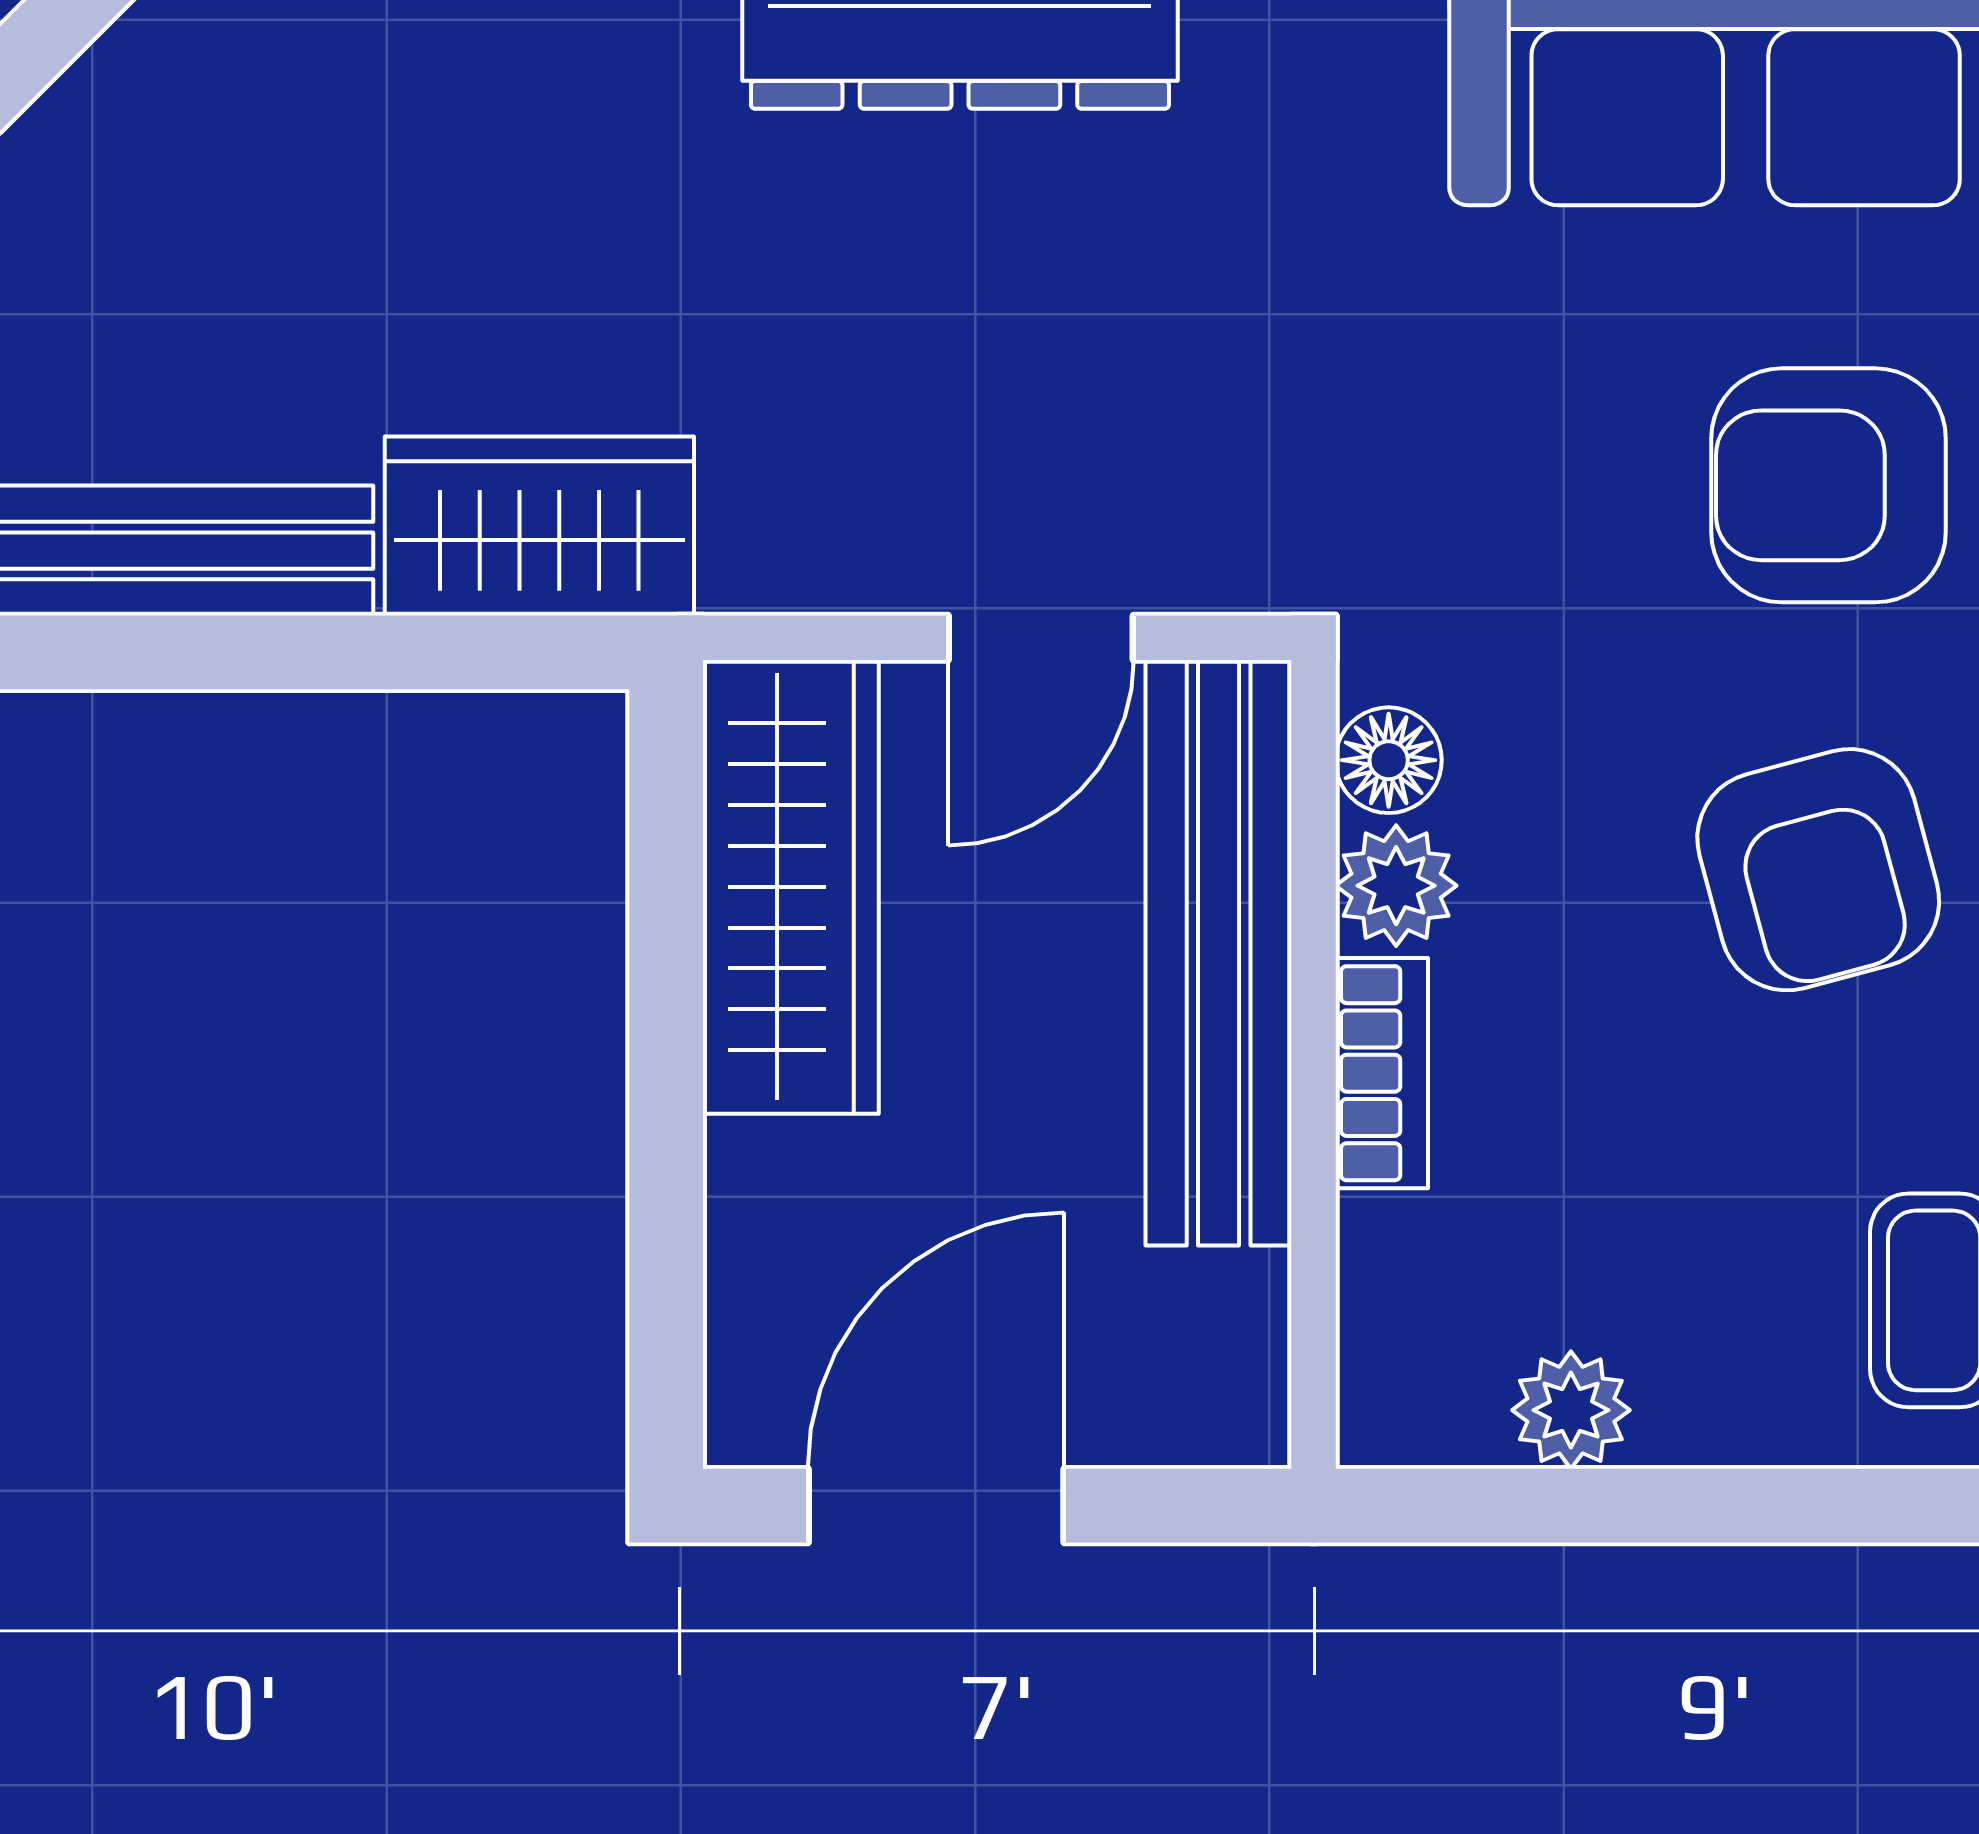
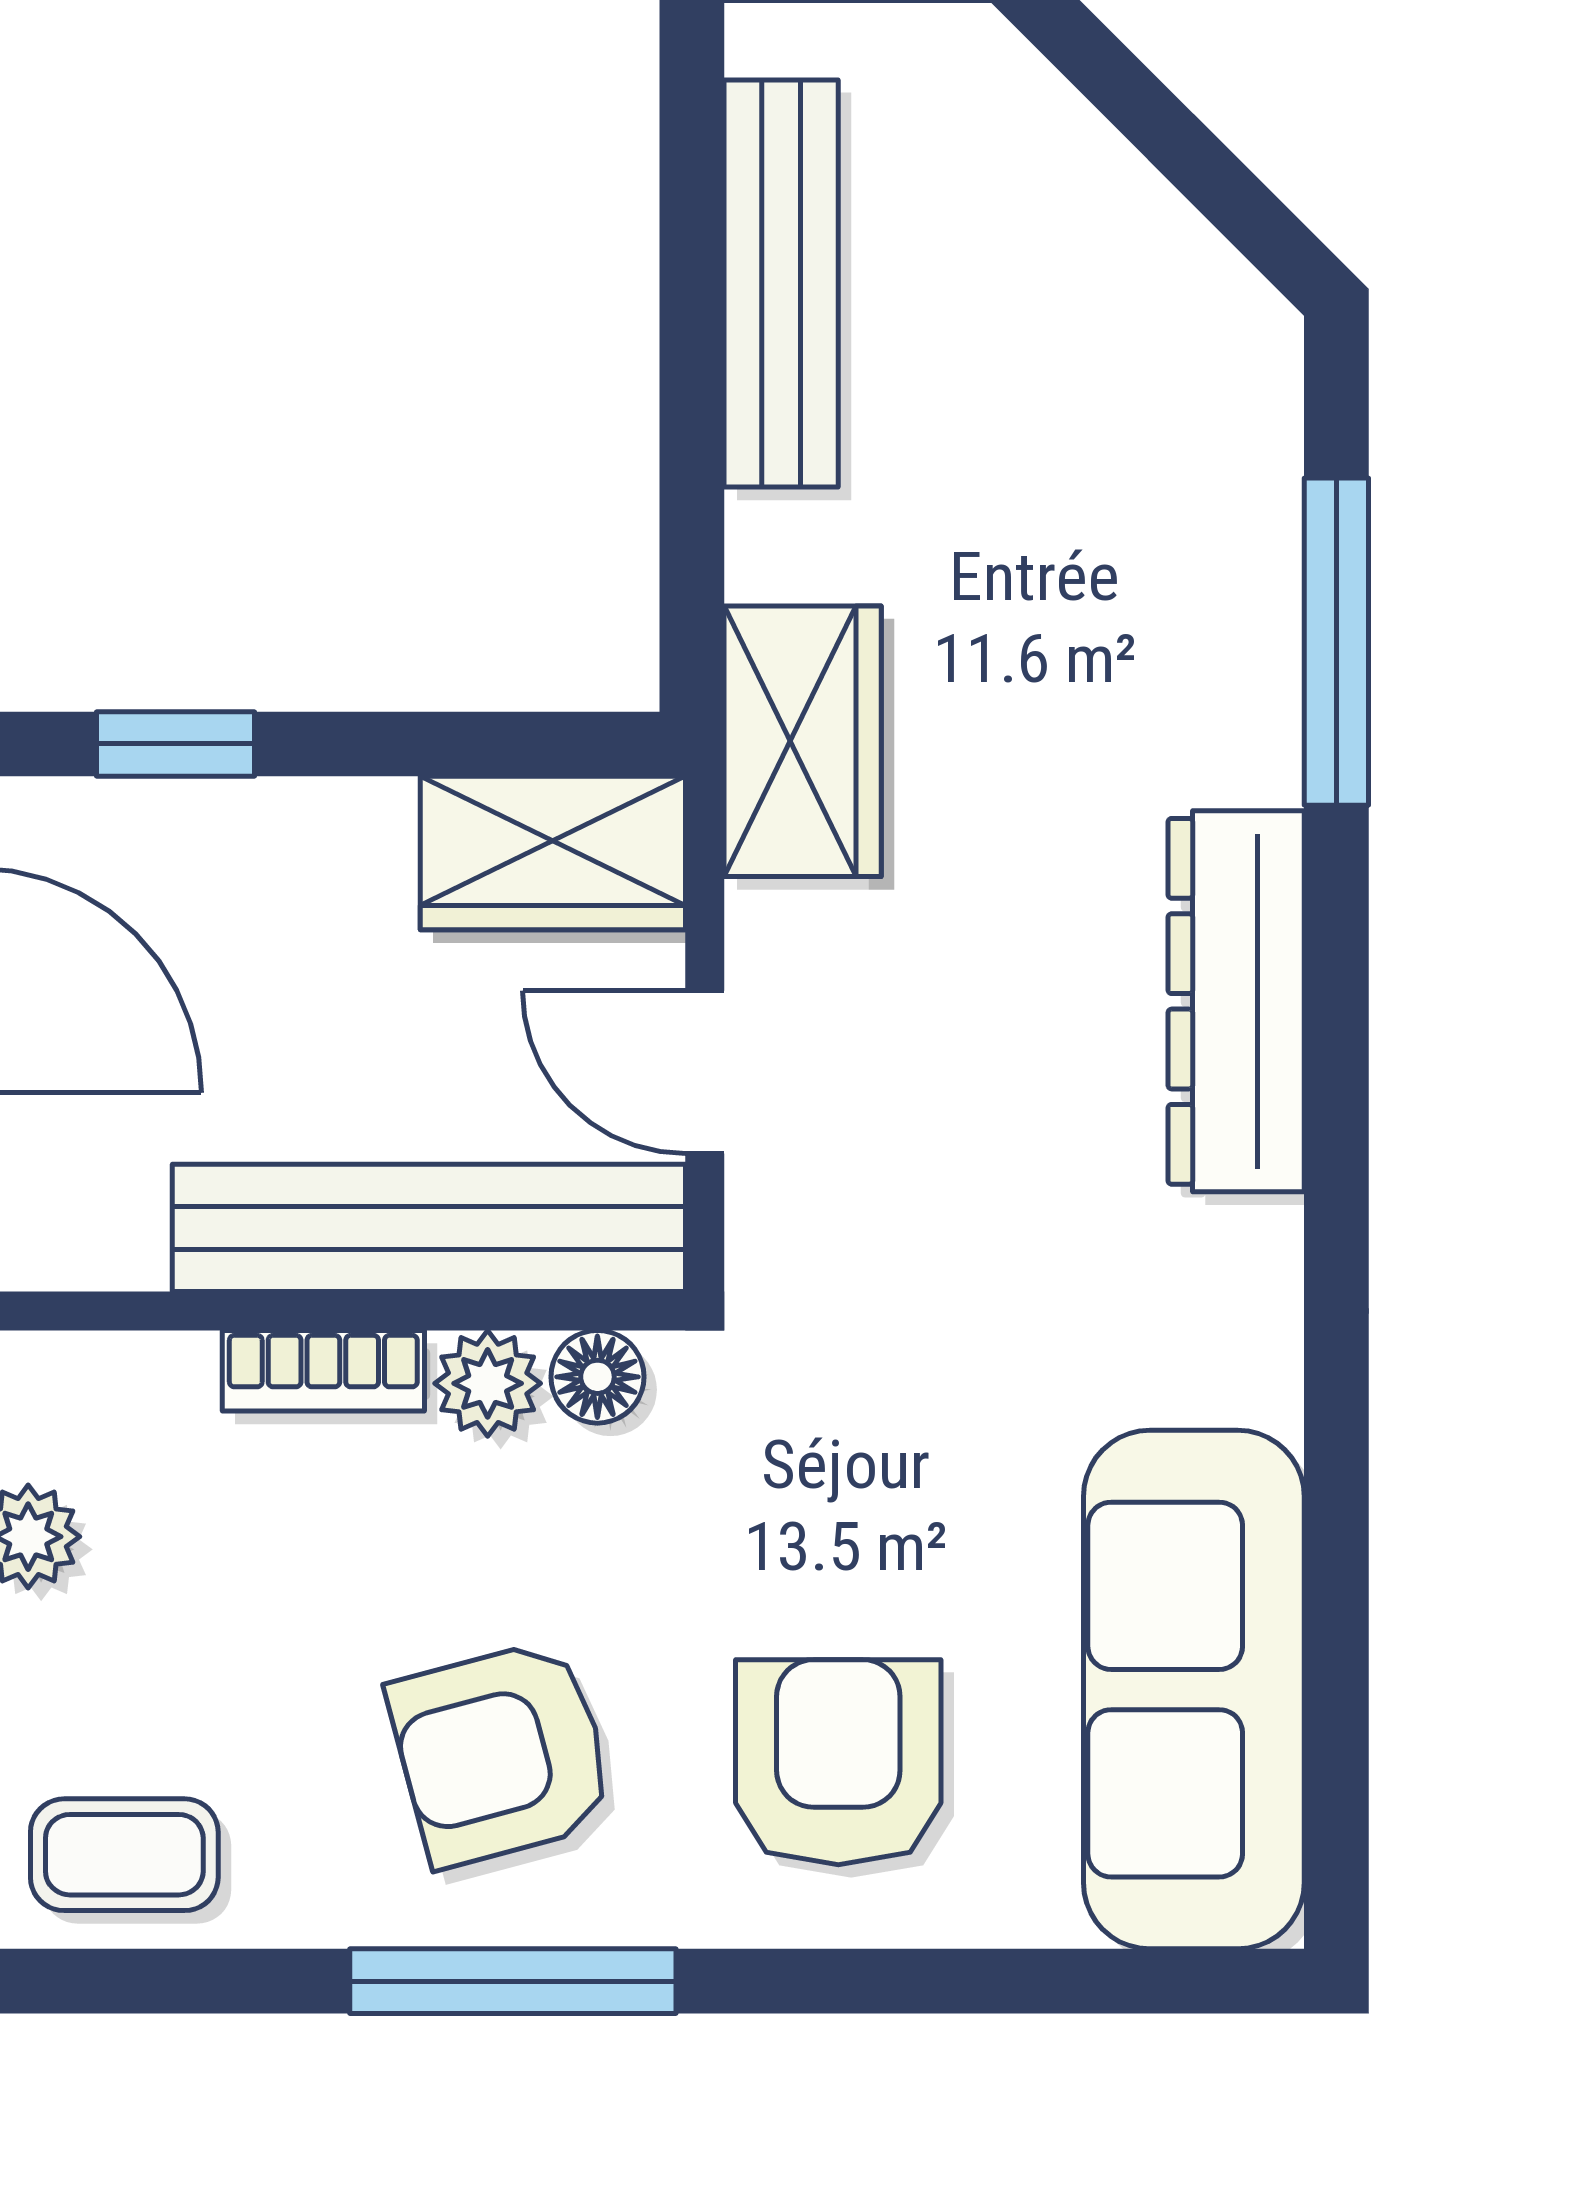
wardrobe: (539, 526) -> (803, 741), moved
wardrobe: (791, 887) -> (553, 853), width x0.67
window: (666, 1242) -> (176, 744), added

